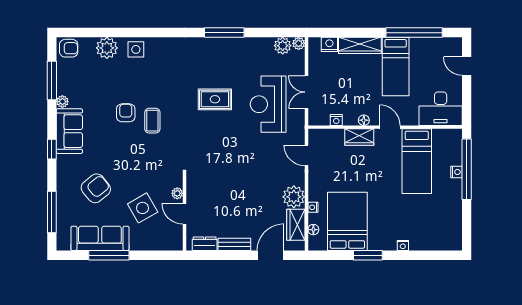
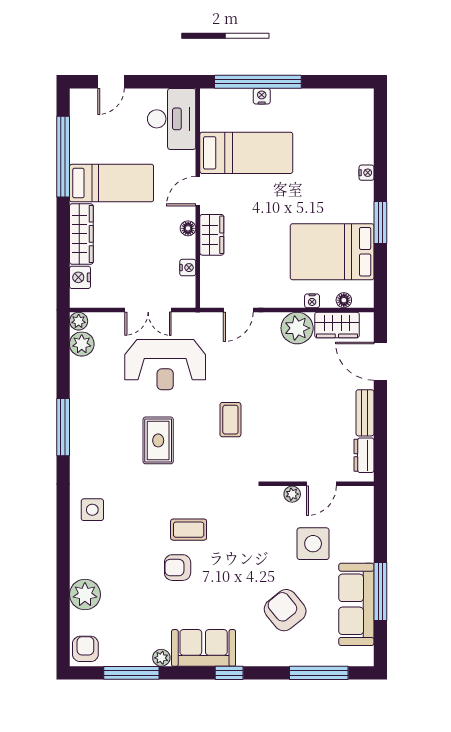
side table: (136, 49) -> (92, 510), moved
coffee table: (230, 150) -> (230, 420), added
side table: (143, 208) -> (313, 544), turned 30

